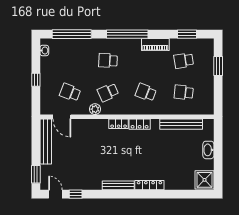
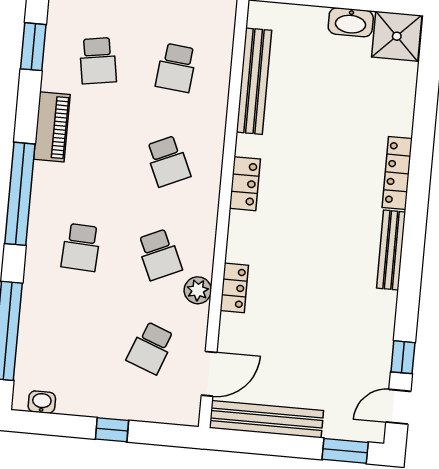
school desk: (146, 92) -> (168, 161), turned -45
locker: (119, 124) -> (234, 288), moved
washbasin: (208, 150) -> (351, 22), moved

